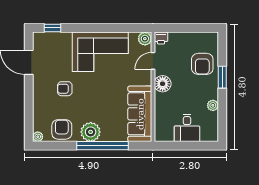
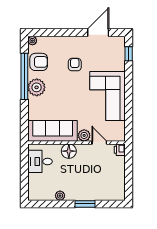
plant: (145, 39) -> (84, 135), moved
armchair: (202, 64) -> (97, 186), removed
floor lamp: (163, 84) -> (69, 151), moved
desk: (187, 128) -> (40, 161), moved
window: (103, 146) -> (24, 76), moved

